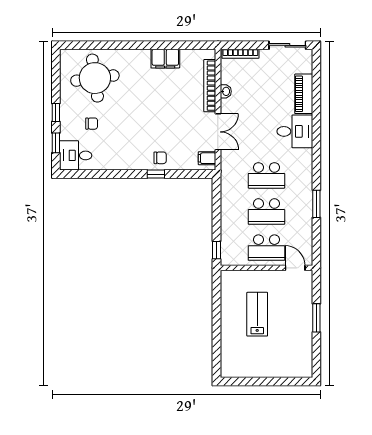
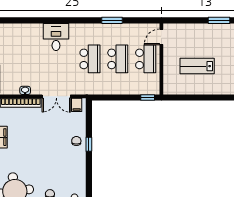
piano: (304, 94) -> (27, 30), removed
double door: (218, 132) -> (56, 96), swing flipped
window: (316, 318) -> (219, 20), moved

